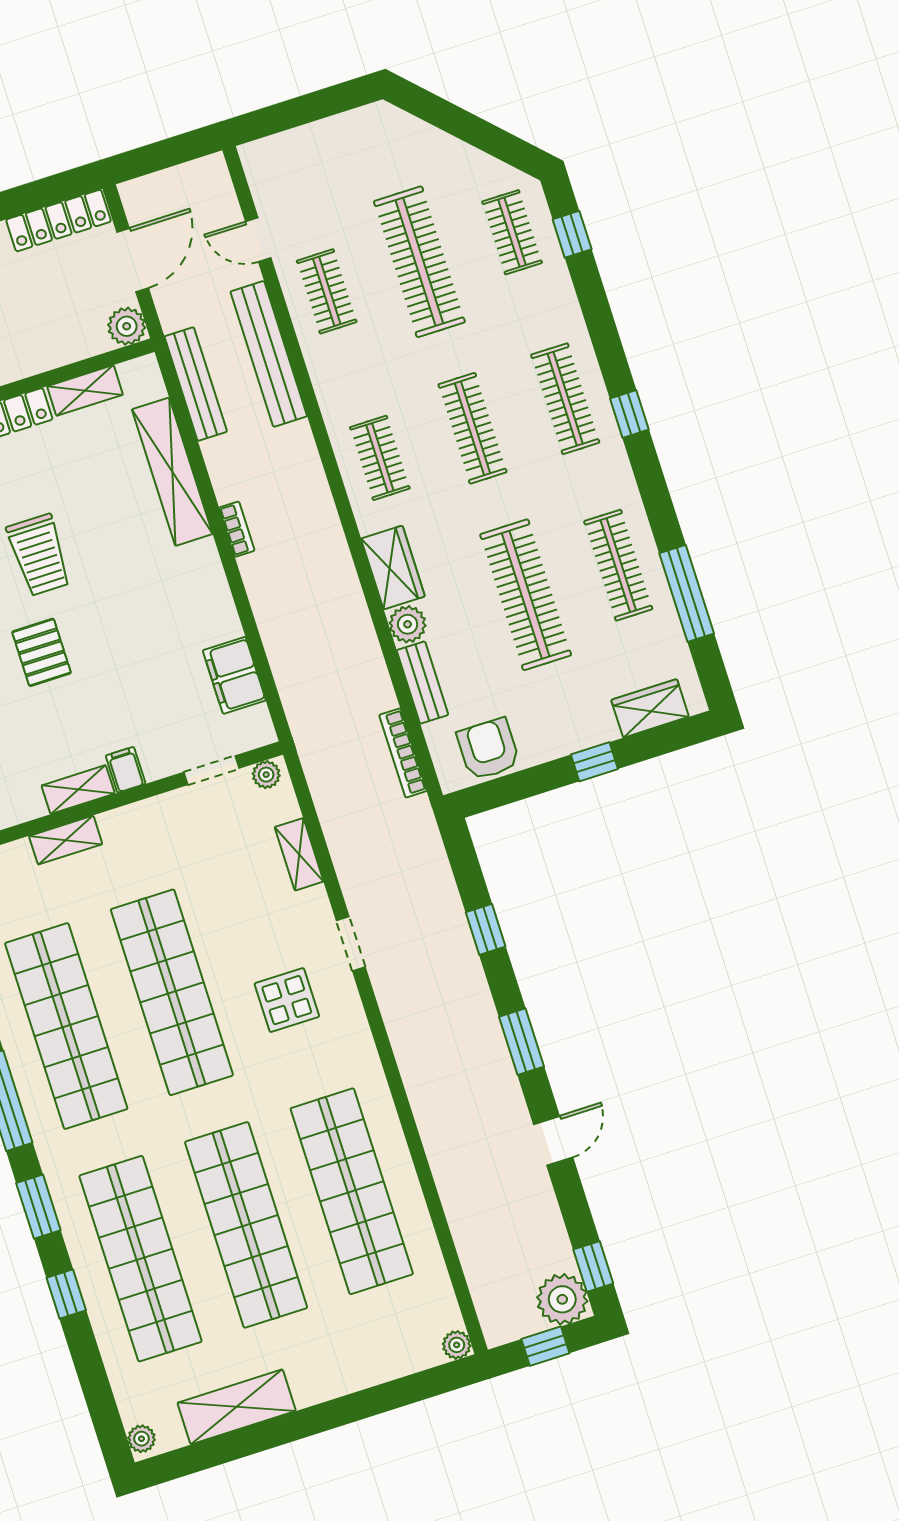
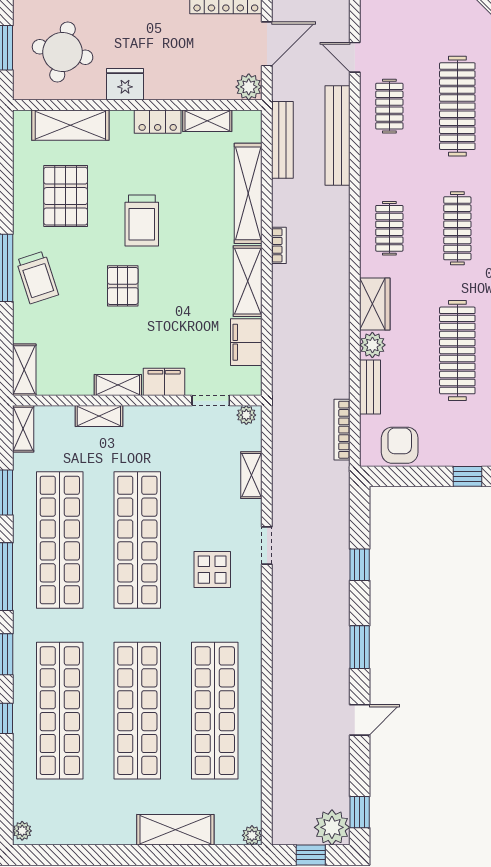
shelving: (210, 592) -> (248, 281), added
filing cabinet: (126, 770) -> (164, 382), width x2.00
shelving: (237, 1407) -> (175, 830), moved

